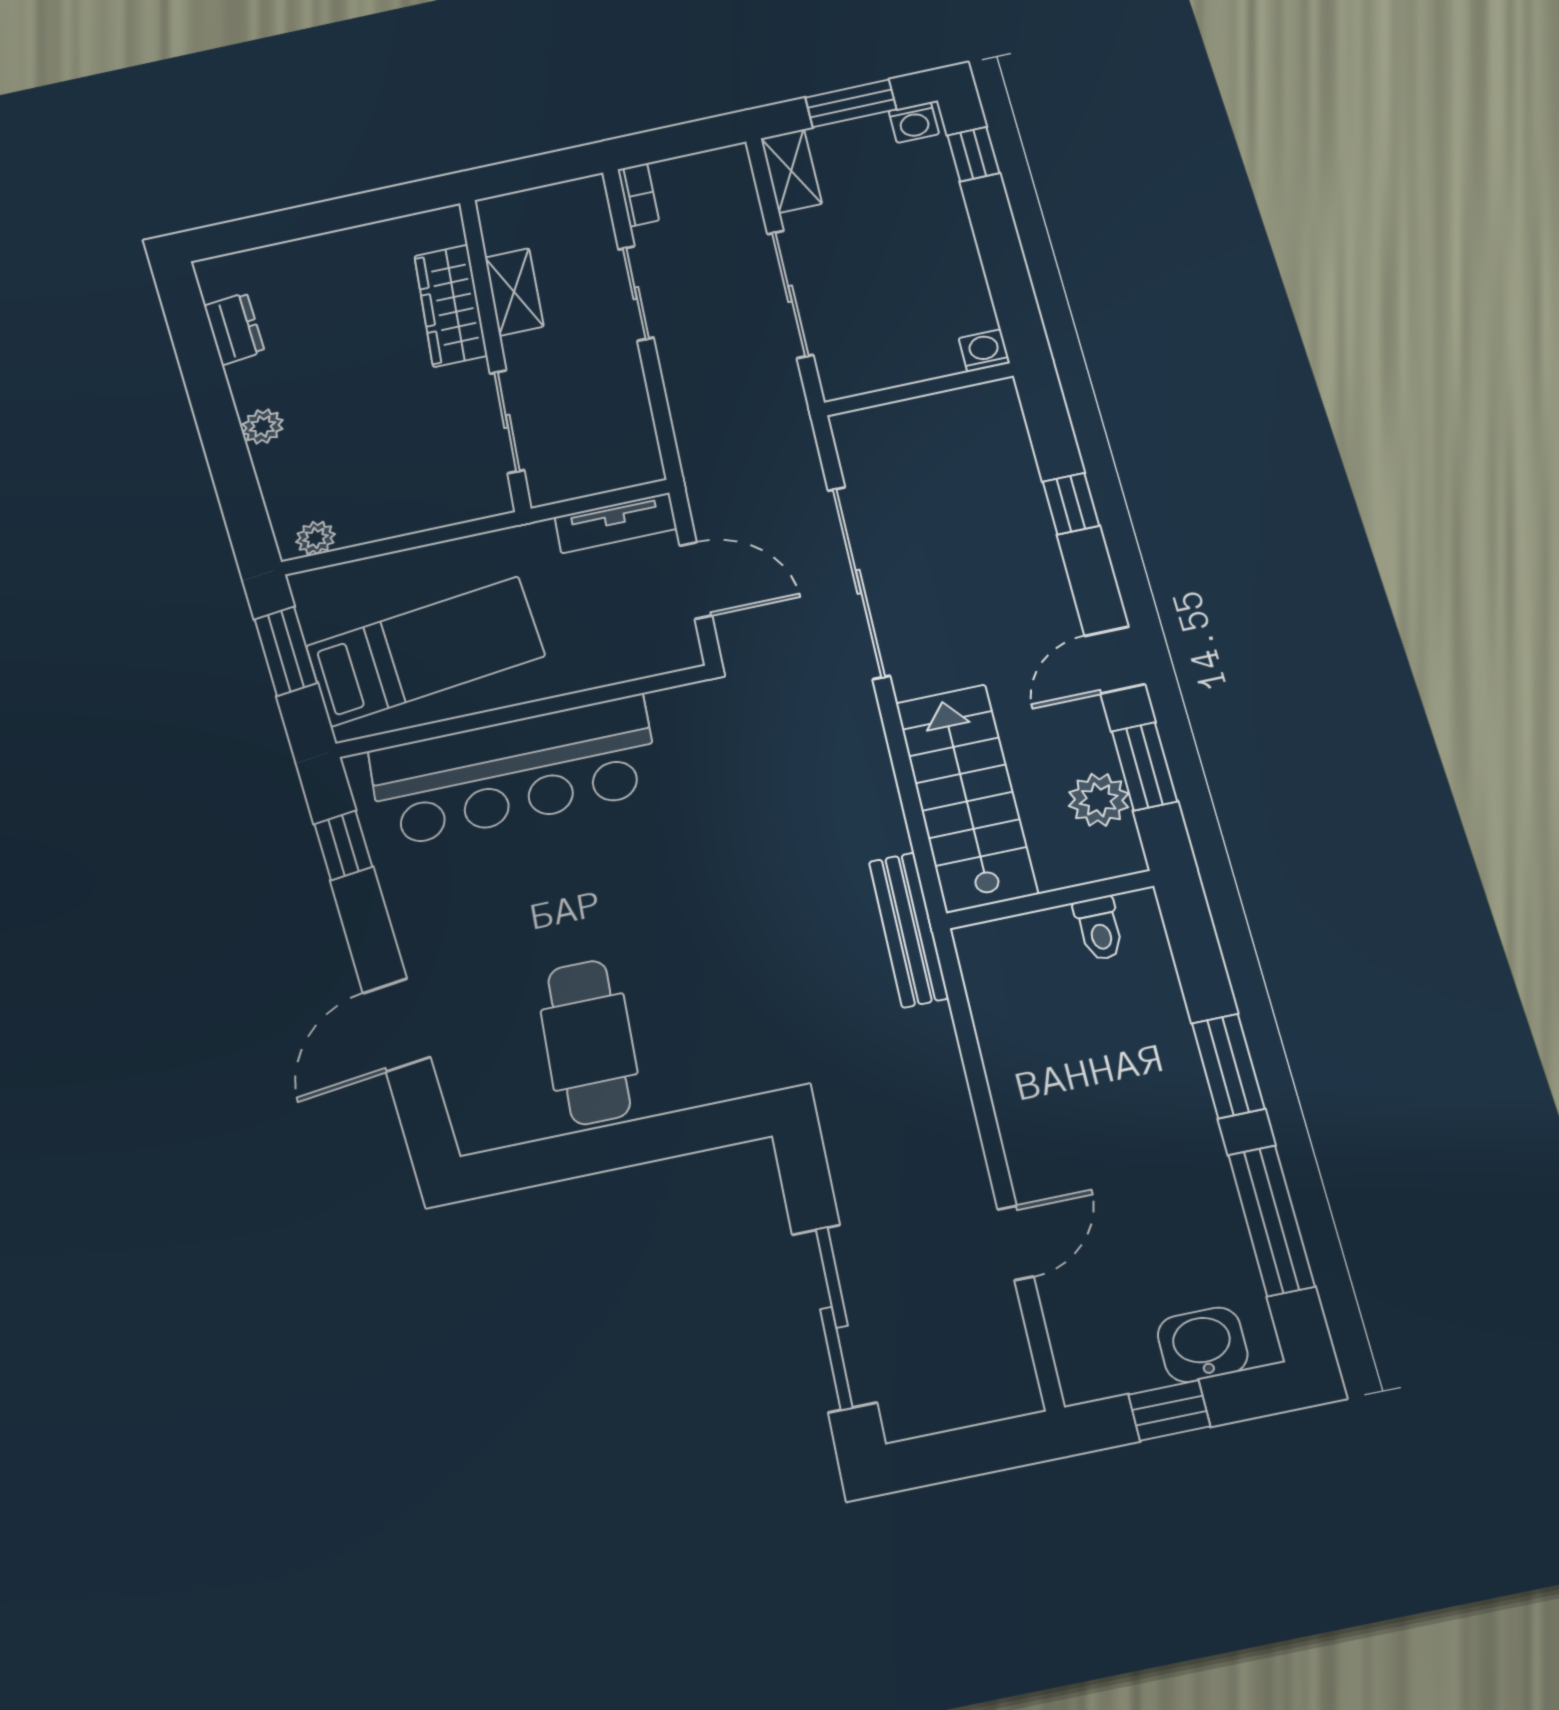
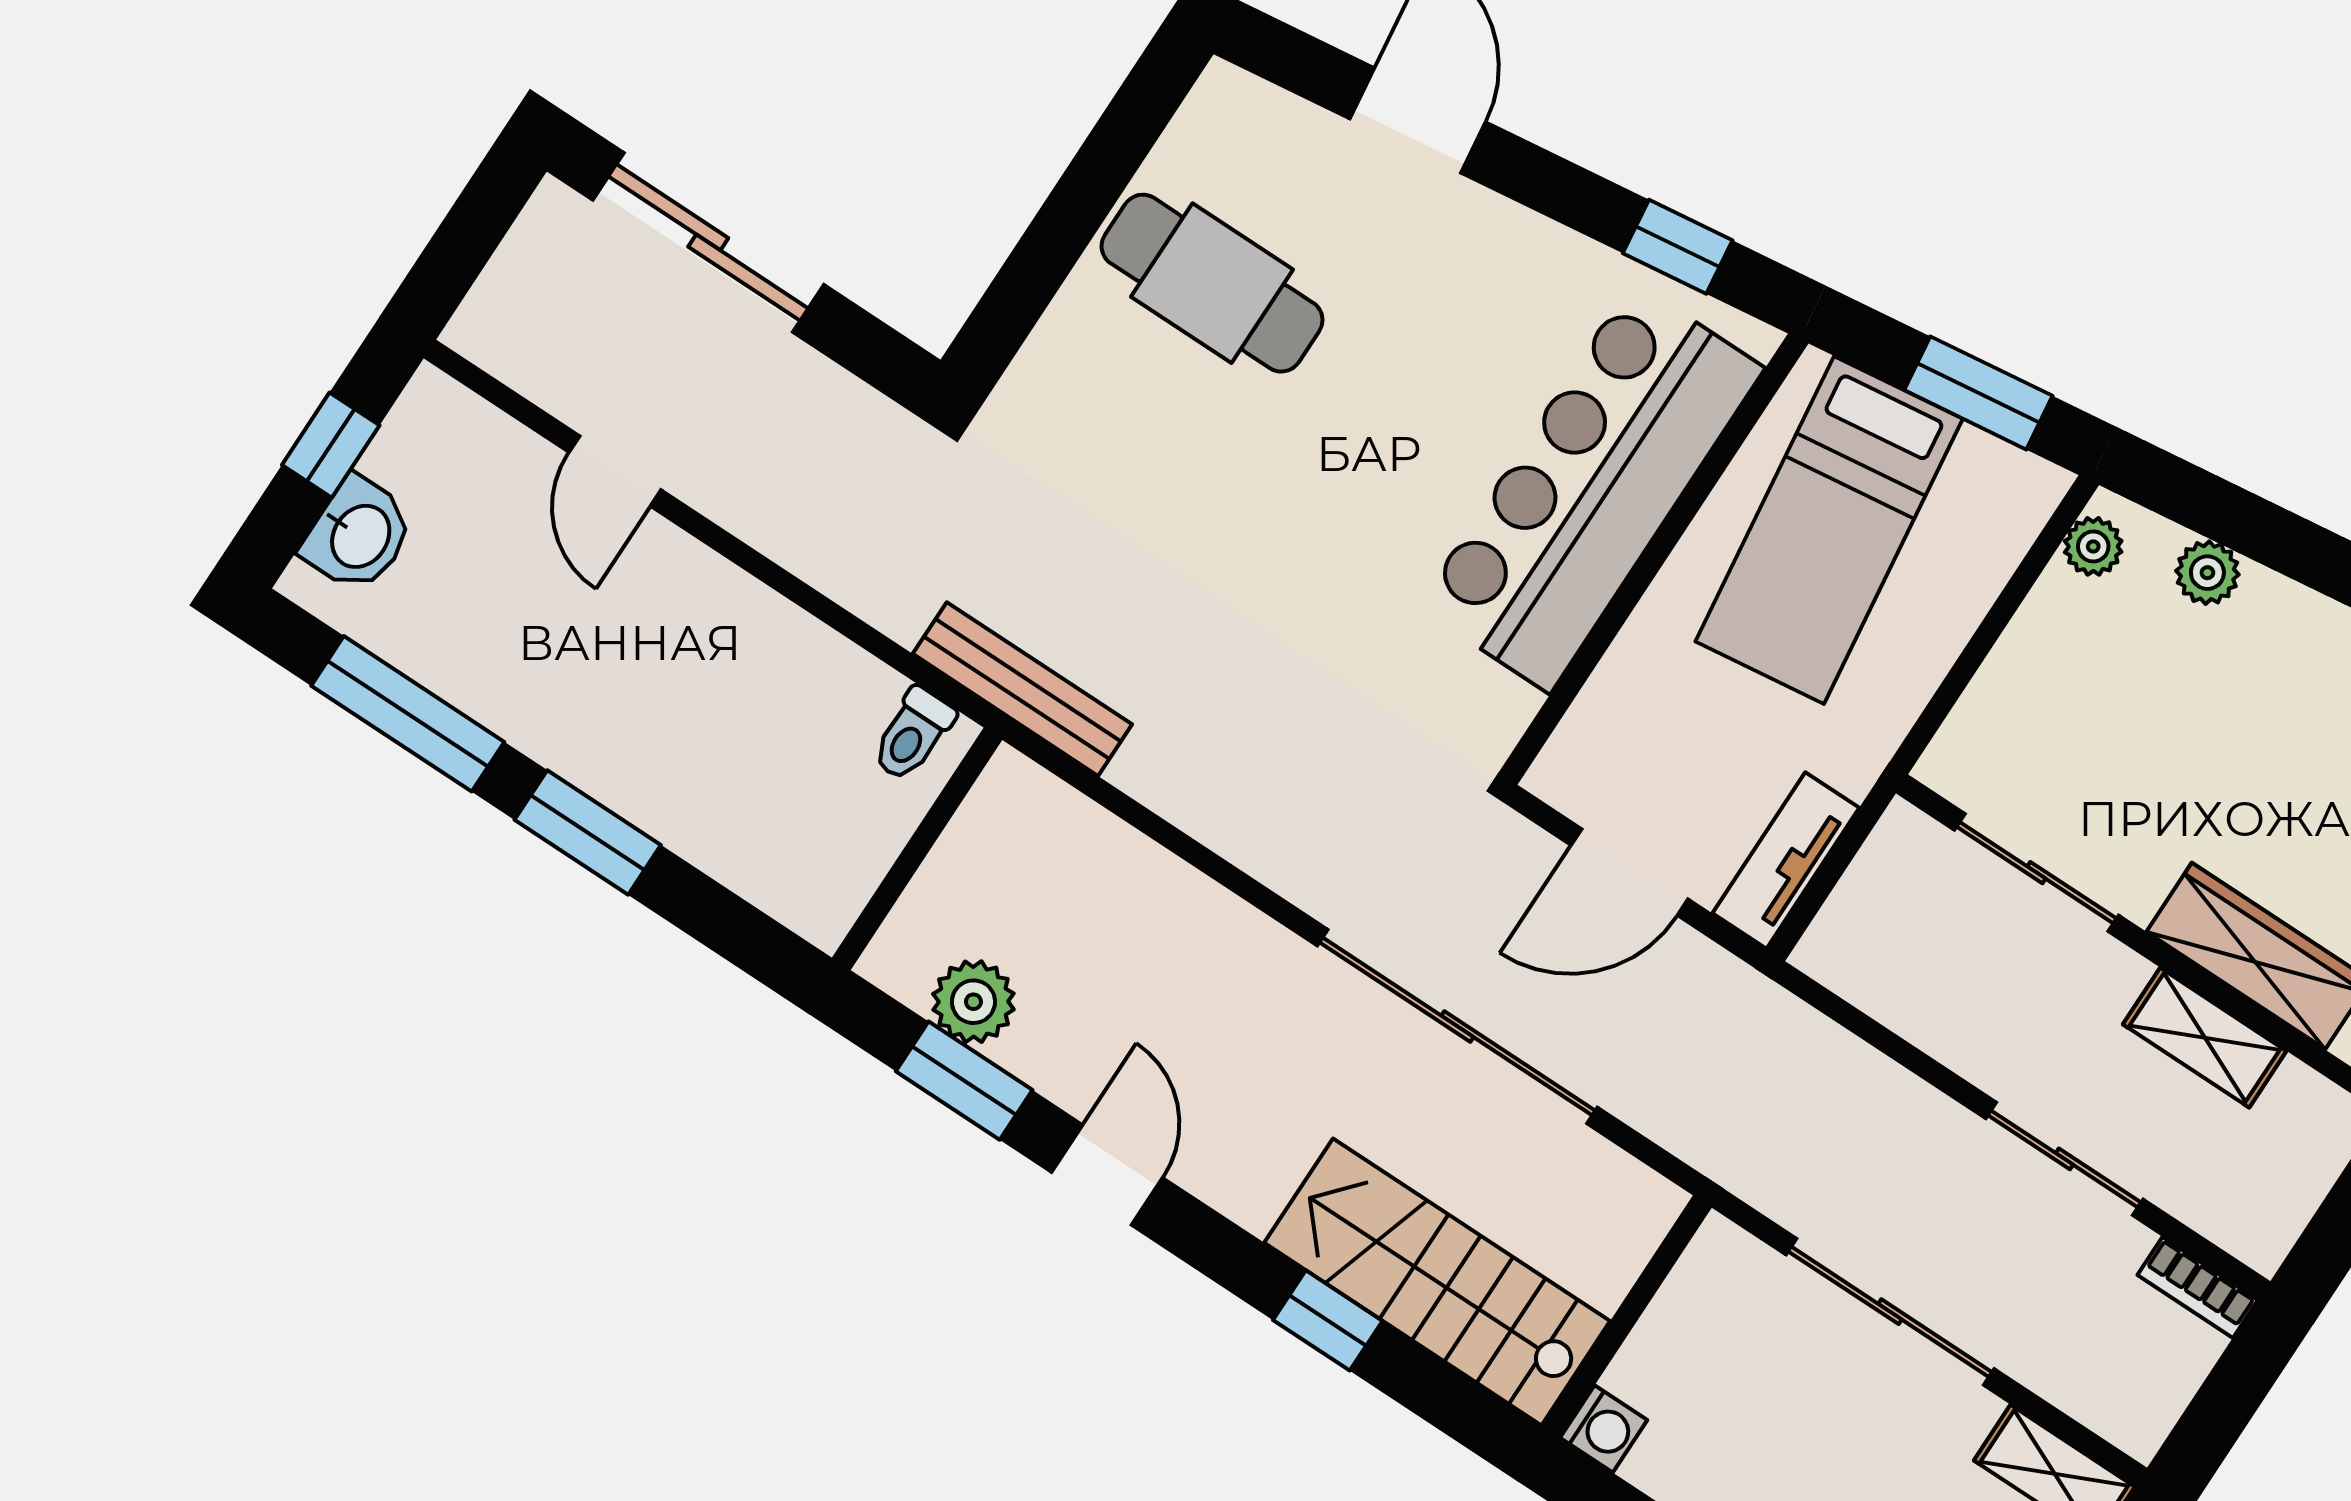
plant: (262, 426) -> (2207, 573), moved
stairs: (966, 797) -> (1437, 1282), moved, turned 180
toilet: (1099, 928) -> (913, 734), moved, turned -90

